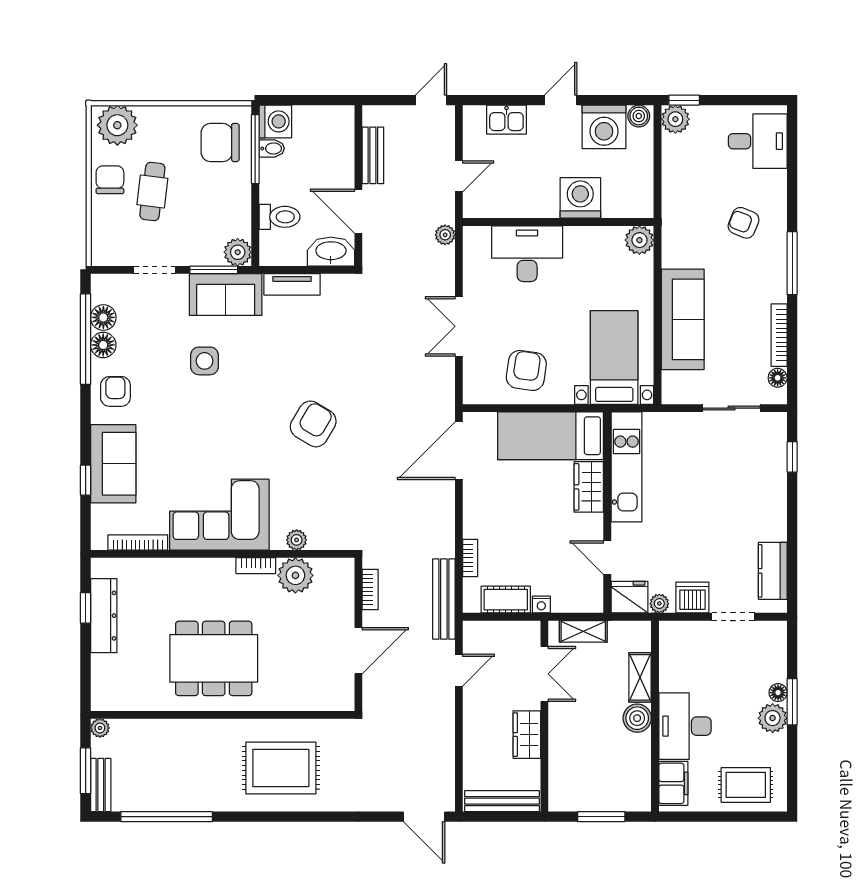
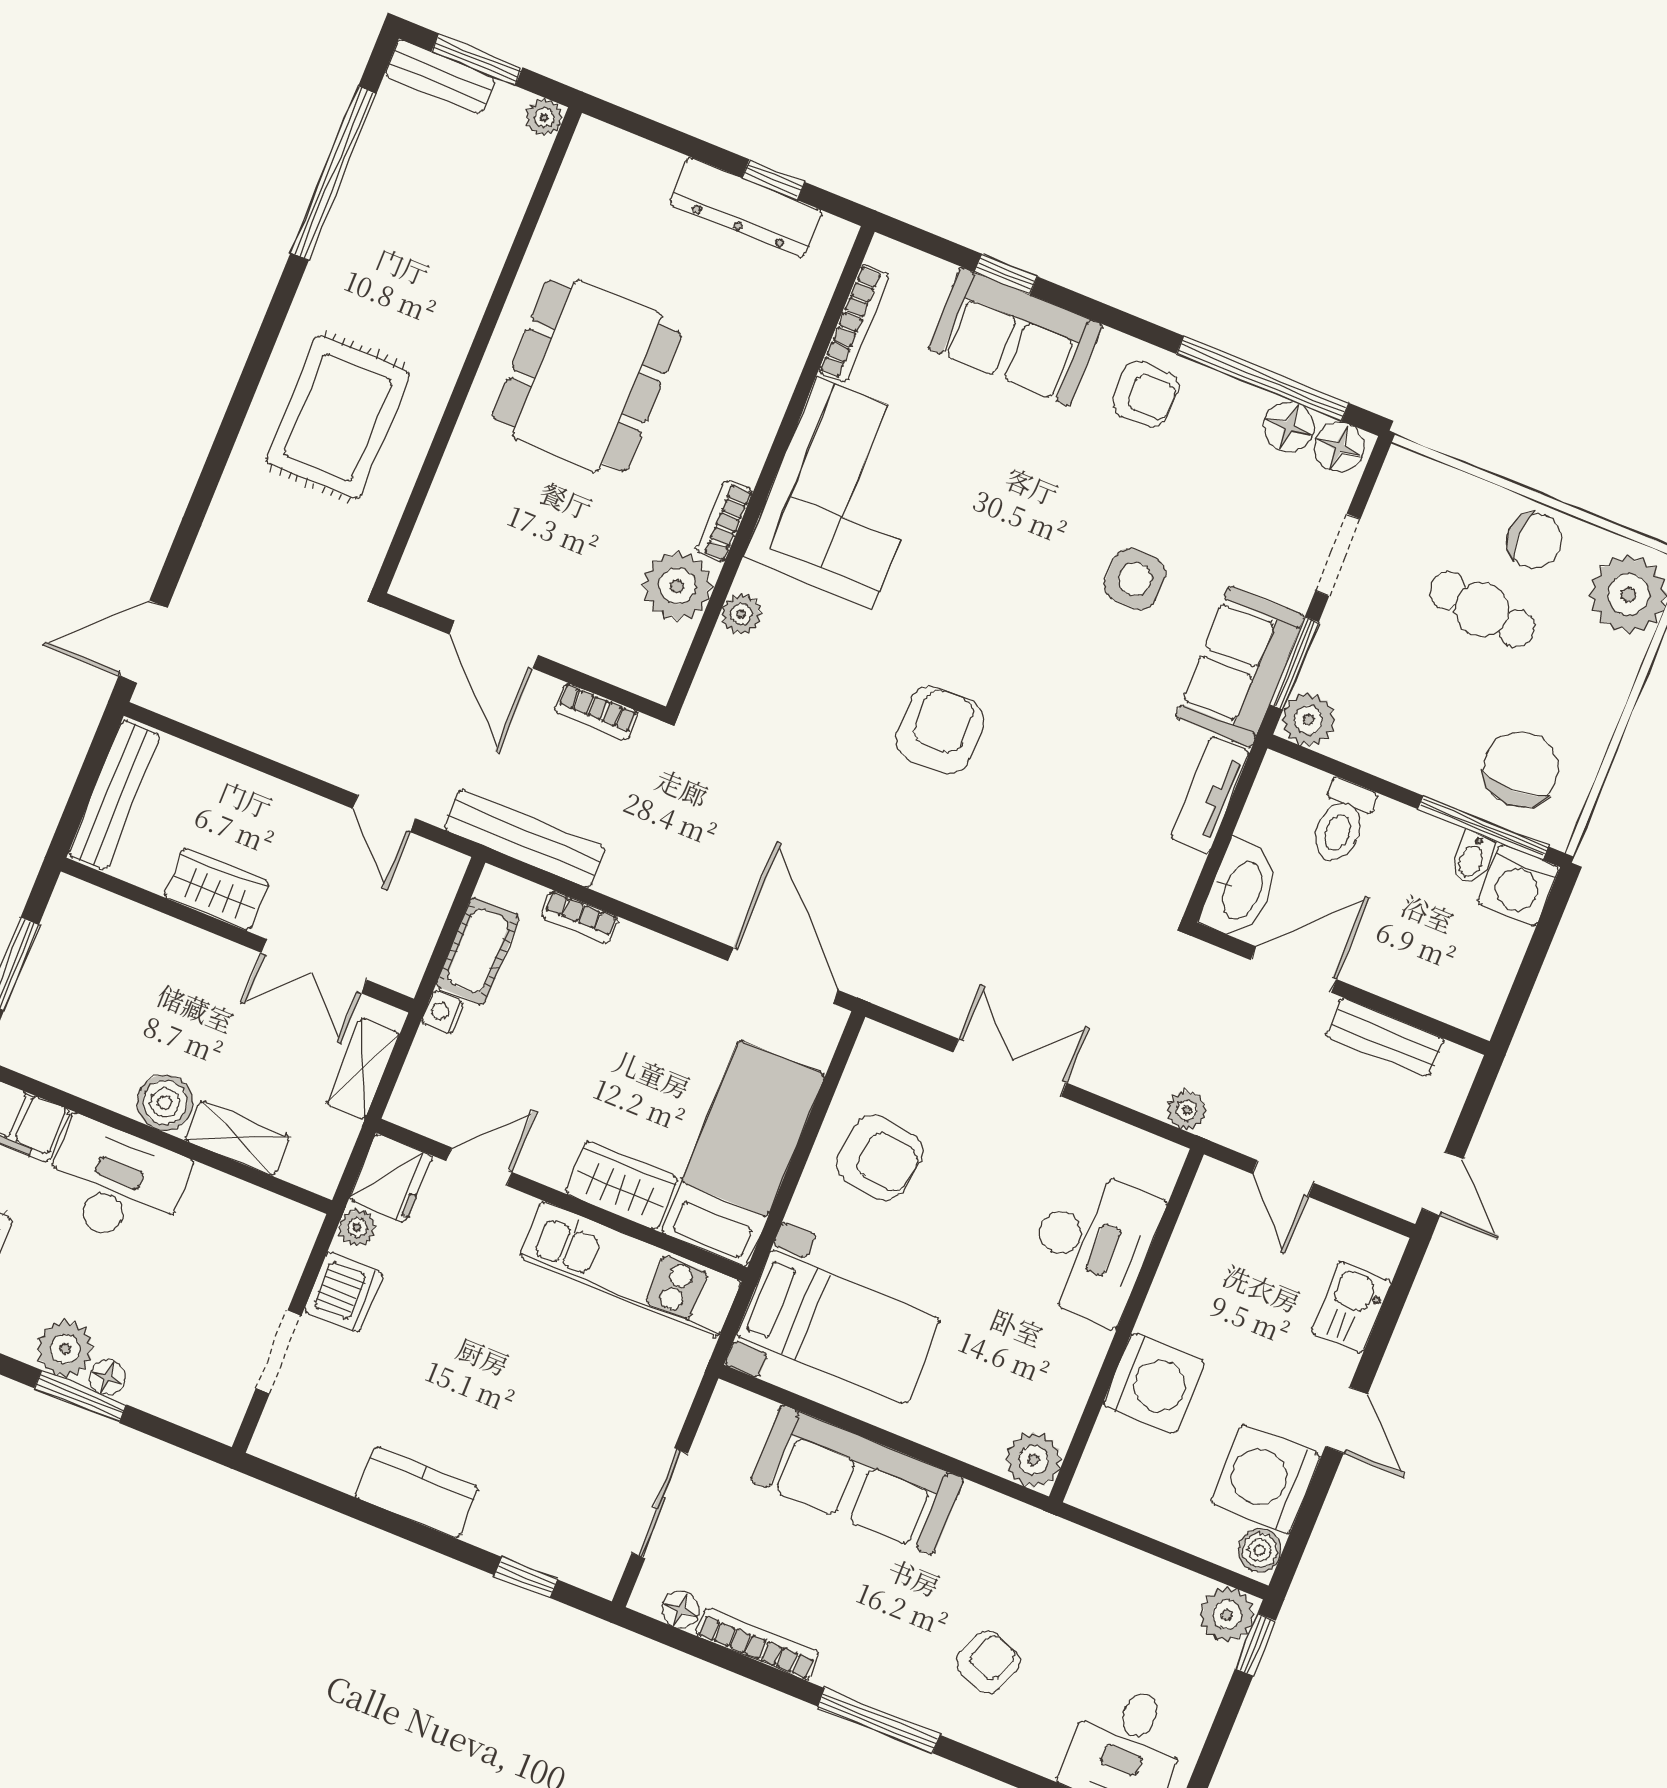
floor lamp: (103, 345) -> (1339, 447), moved
armchair: (313, 424) -> (940, 730), turned -121
kitchen counter: (773, 571) -> (417, 1492), moved

